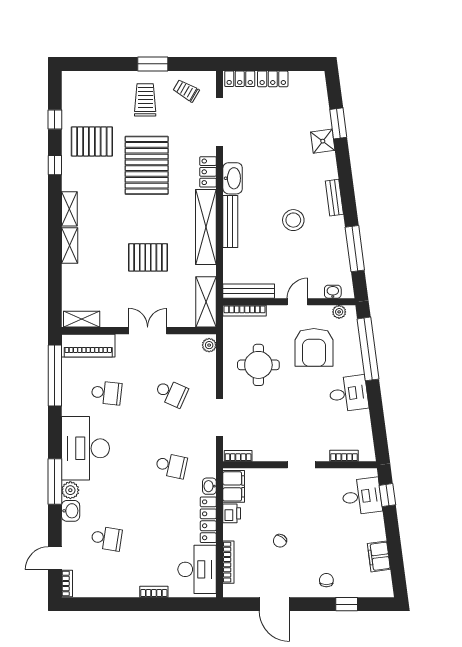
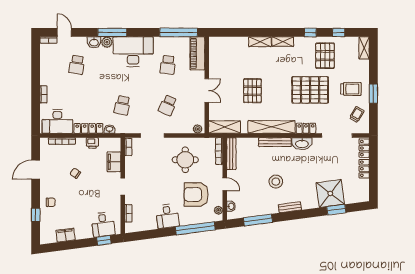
shower: (323, 141) -> (330, 193), width x1.86, depth x1.86
shelving: (82, 319) -> (364, 48), moved
filing cabinet: (234, 486) -> (114, 162), moved, turned 90

